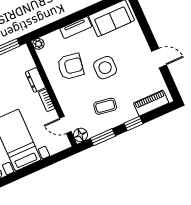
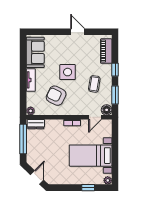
door: (159, 58) -> (78, 32), hinge flipped
armchair: (71, 66) -> (56, 96), turned -73
dresser: (35, 80) -> (36, 124), moved

